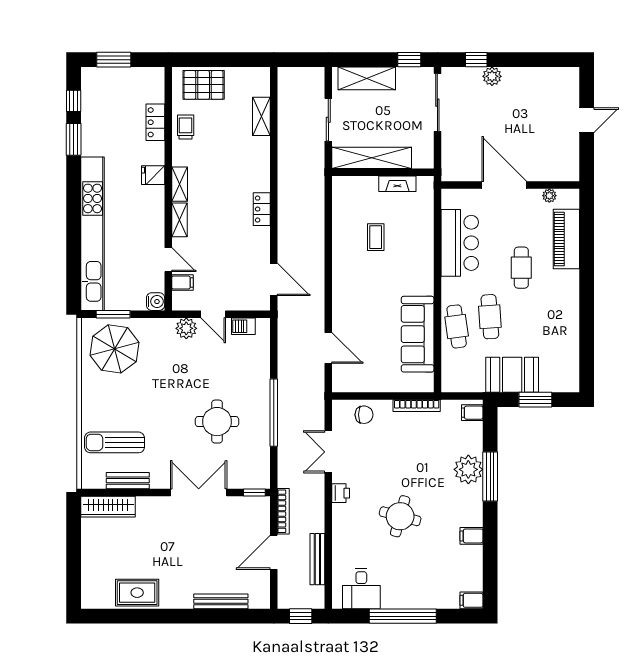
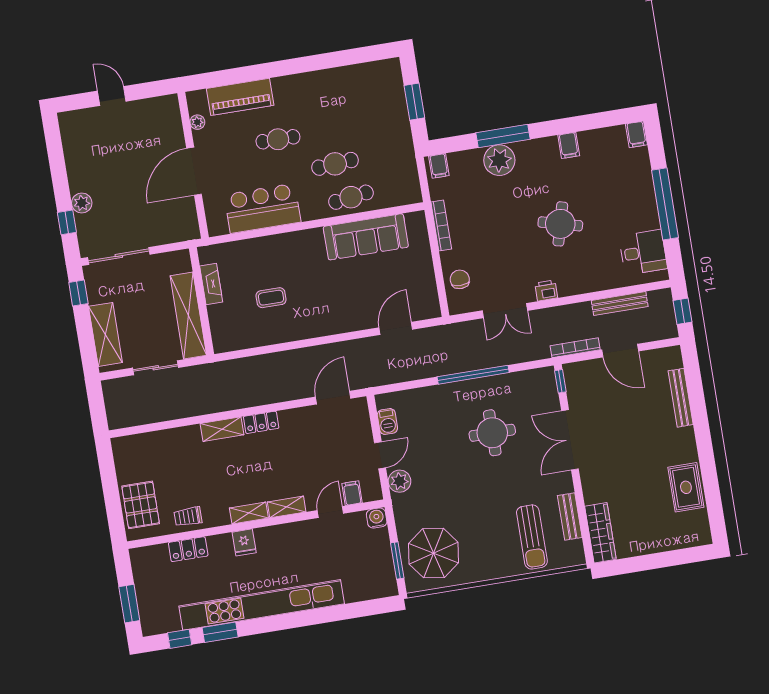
shelving: (261, 116) -> (222, 429), moved
kitchen unit: (93, 234) -> (262, 605), moved
booth: (512, 375) -> (392, 130), removed

